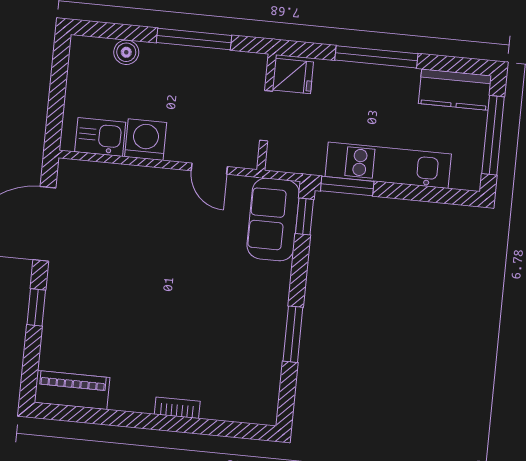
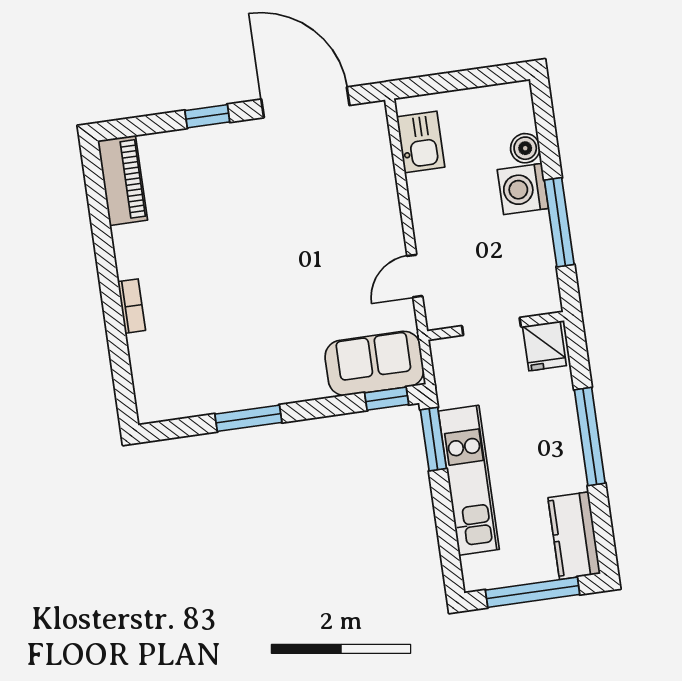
washing machine: (146, 140) -> (523, 189), moved, turned 180

